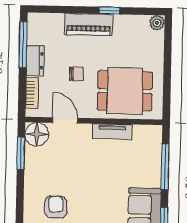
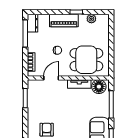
plant: (157, 23) -> (91, 19), moved
dresser: (35, 61) -> (32, 23), moved
door: (65, 120) -> (51, 78), hinge flipped
floor lamp: (37, 134) -> (99, 87), moved

